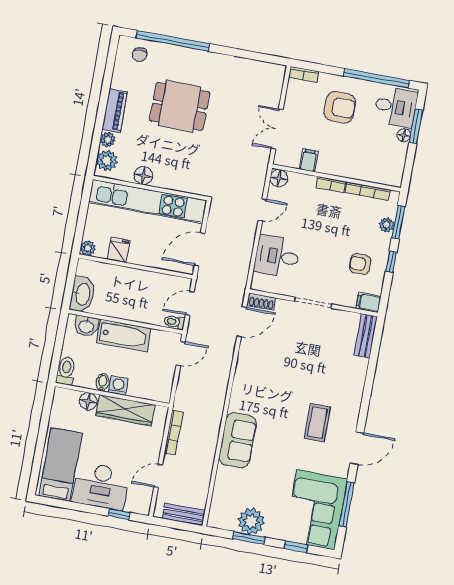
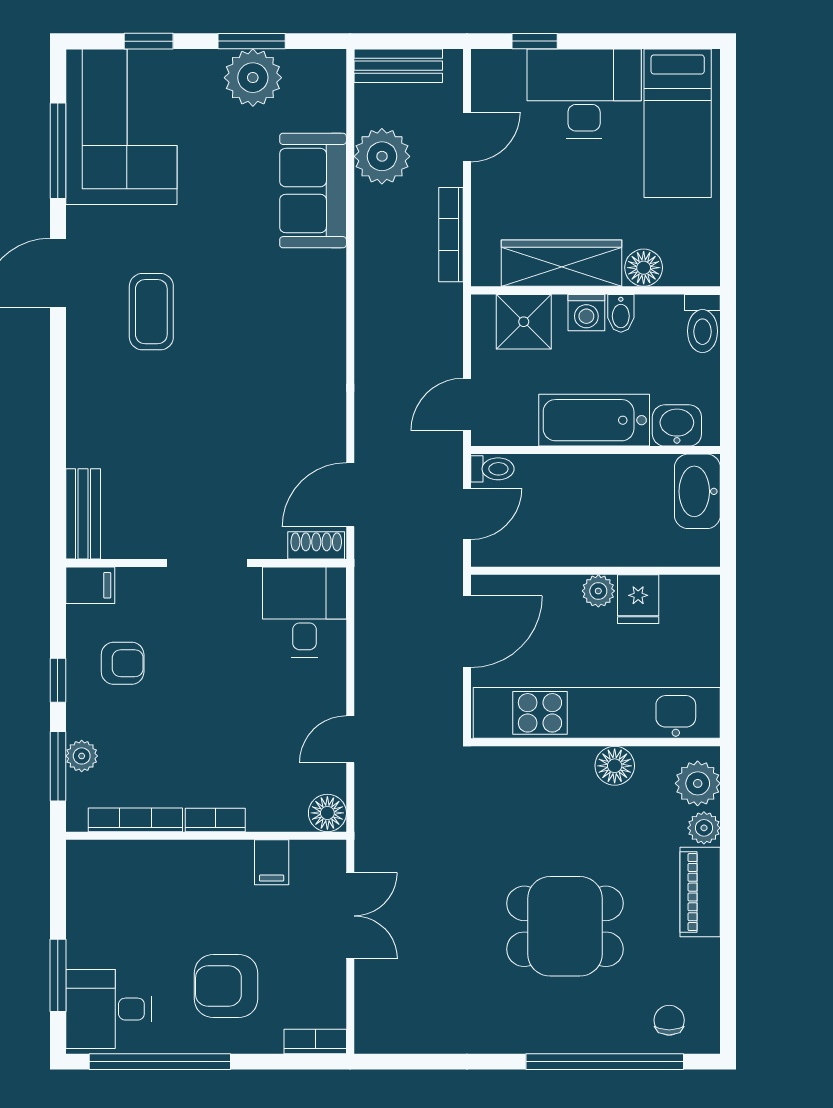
floor lamp: (404, 135) -> (80, 952), removed
plant: (88, 248) -> (598, 591), moved
desk: (277, 256) -> (304, 612), moved, turned -90
shower: (148, 387) -> (524, 322), added
sofa: (238, 440) -> (313, 191), moved
plant: (199, 474) -> (382, 156), added

